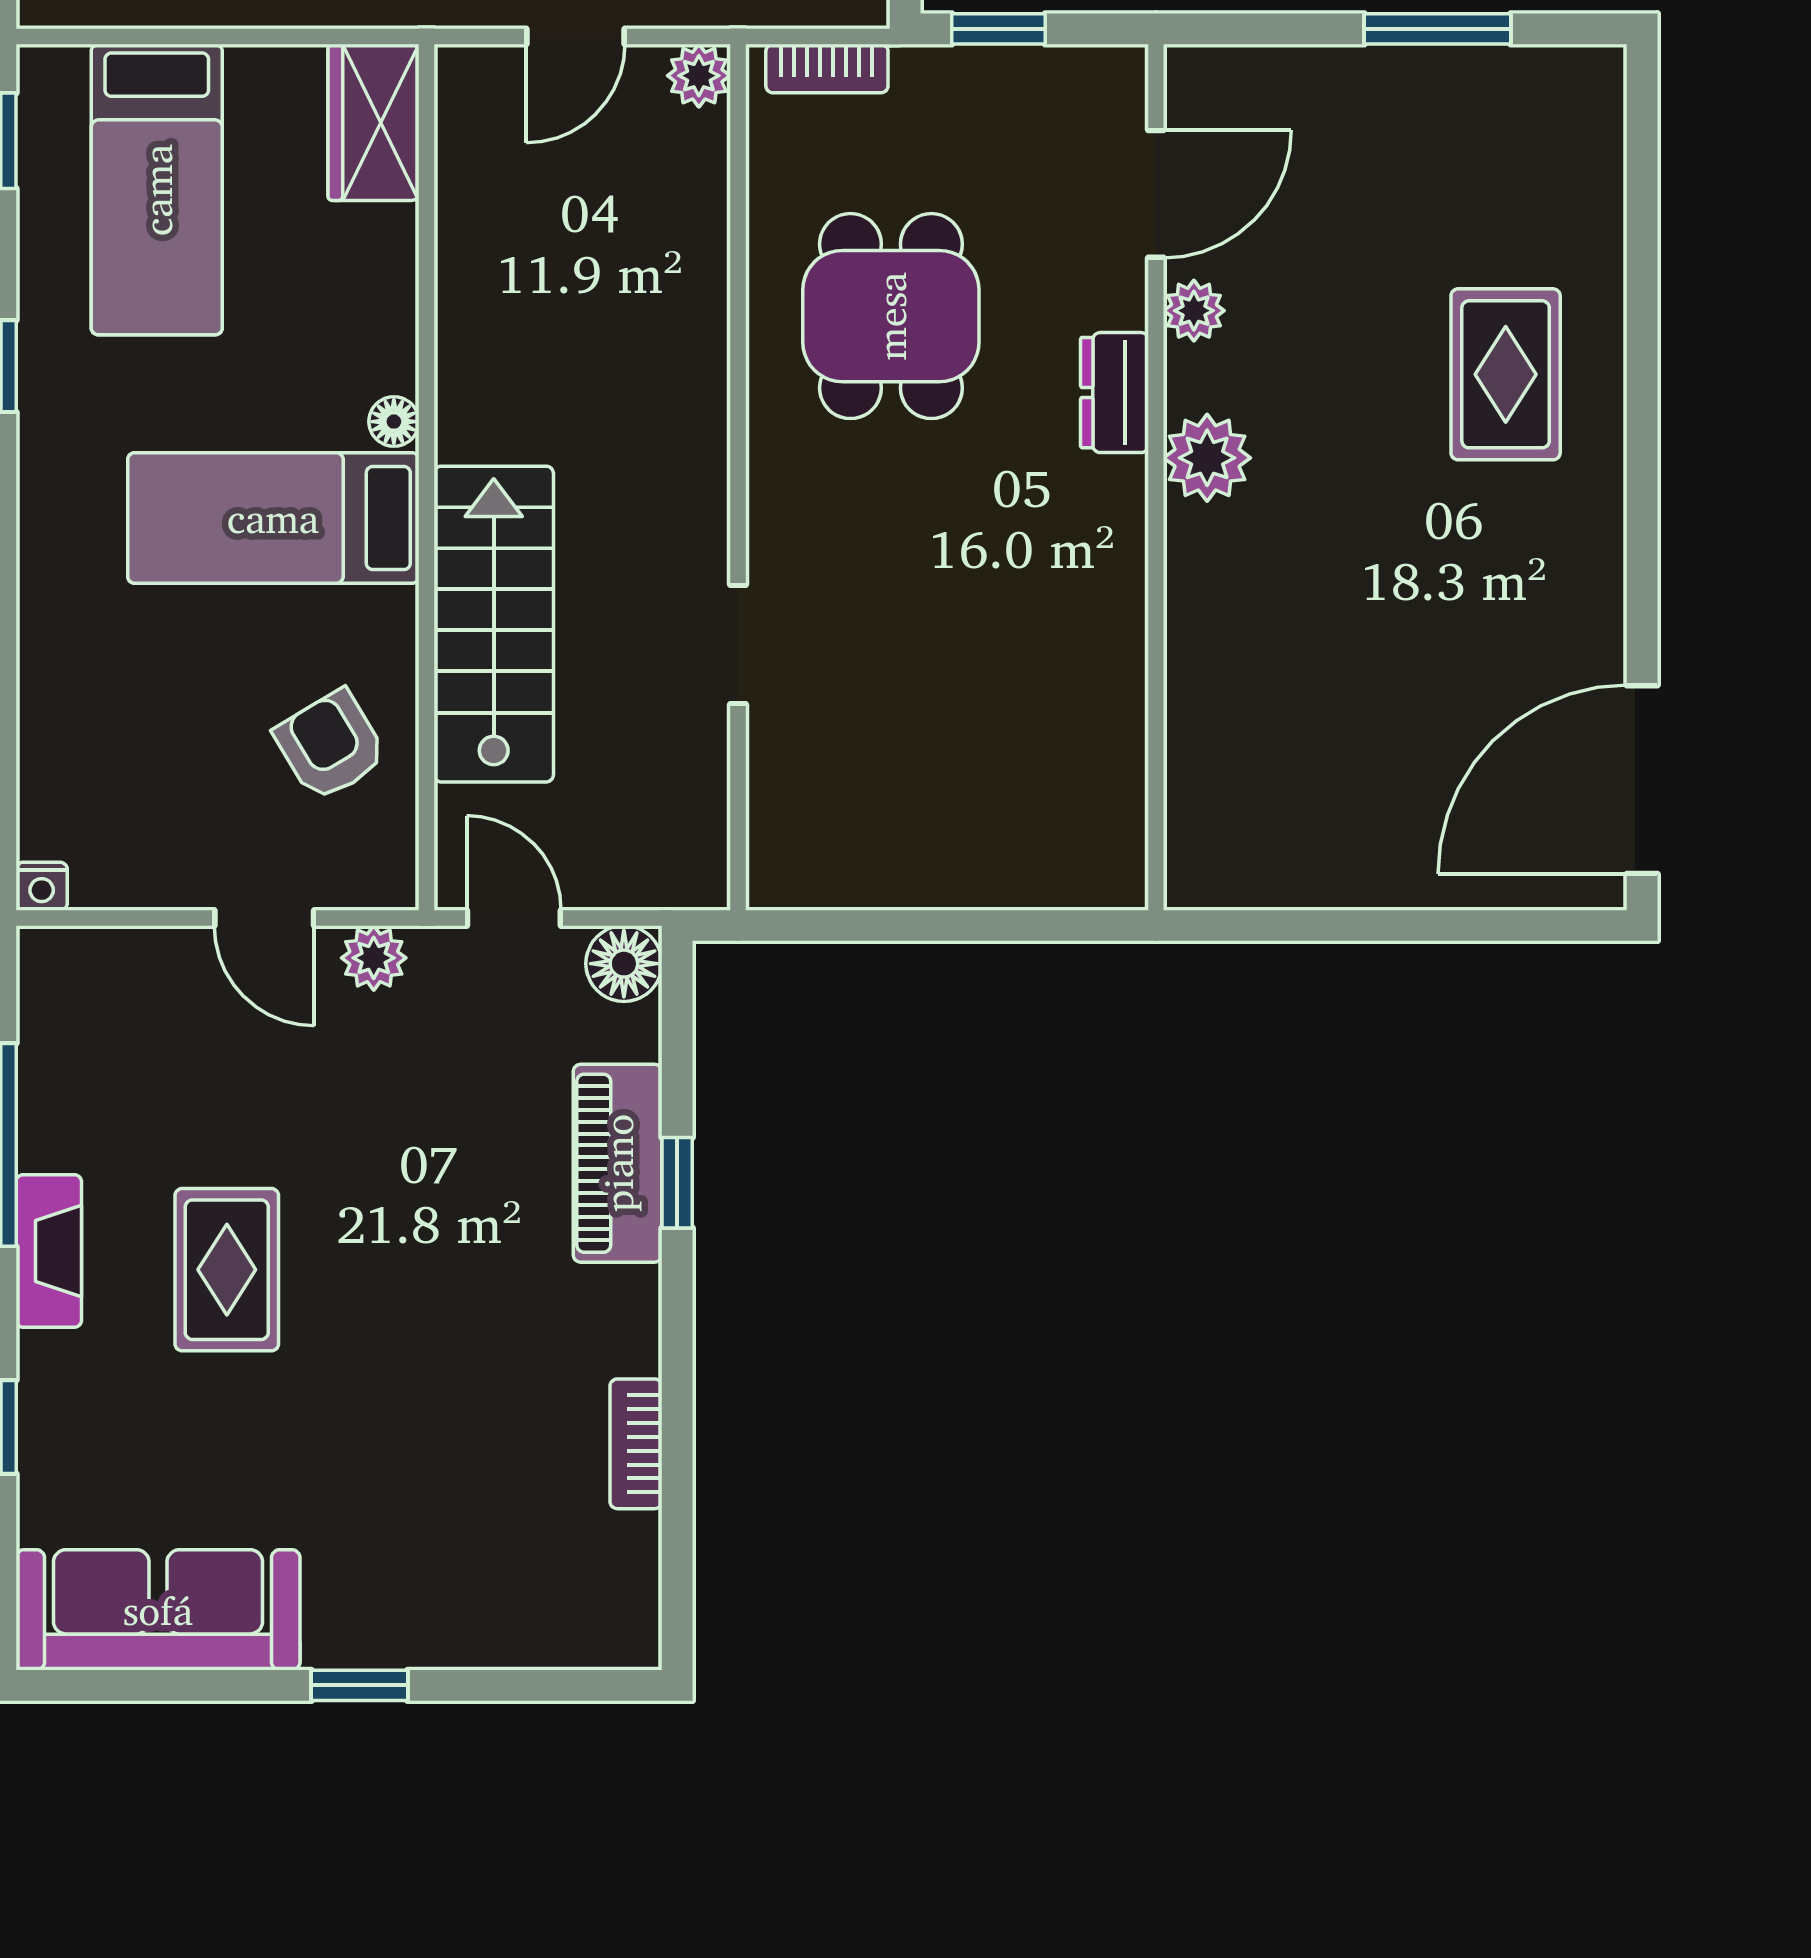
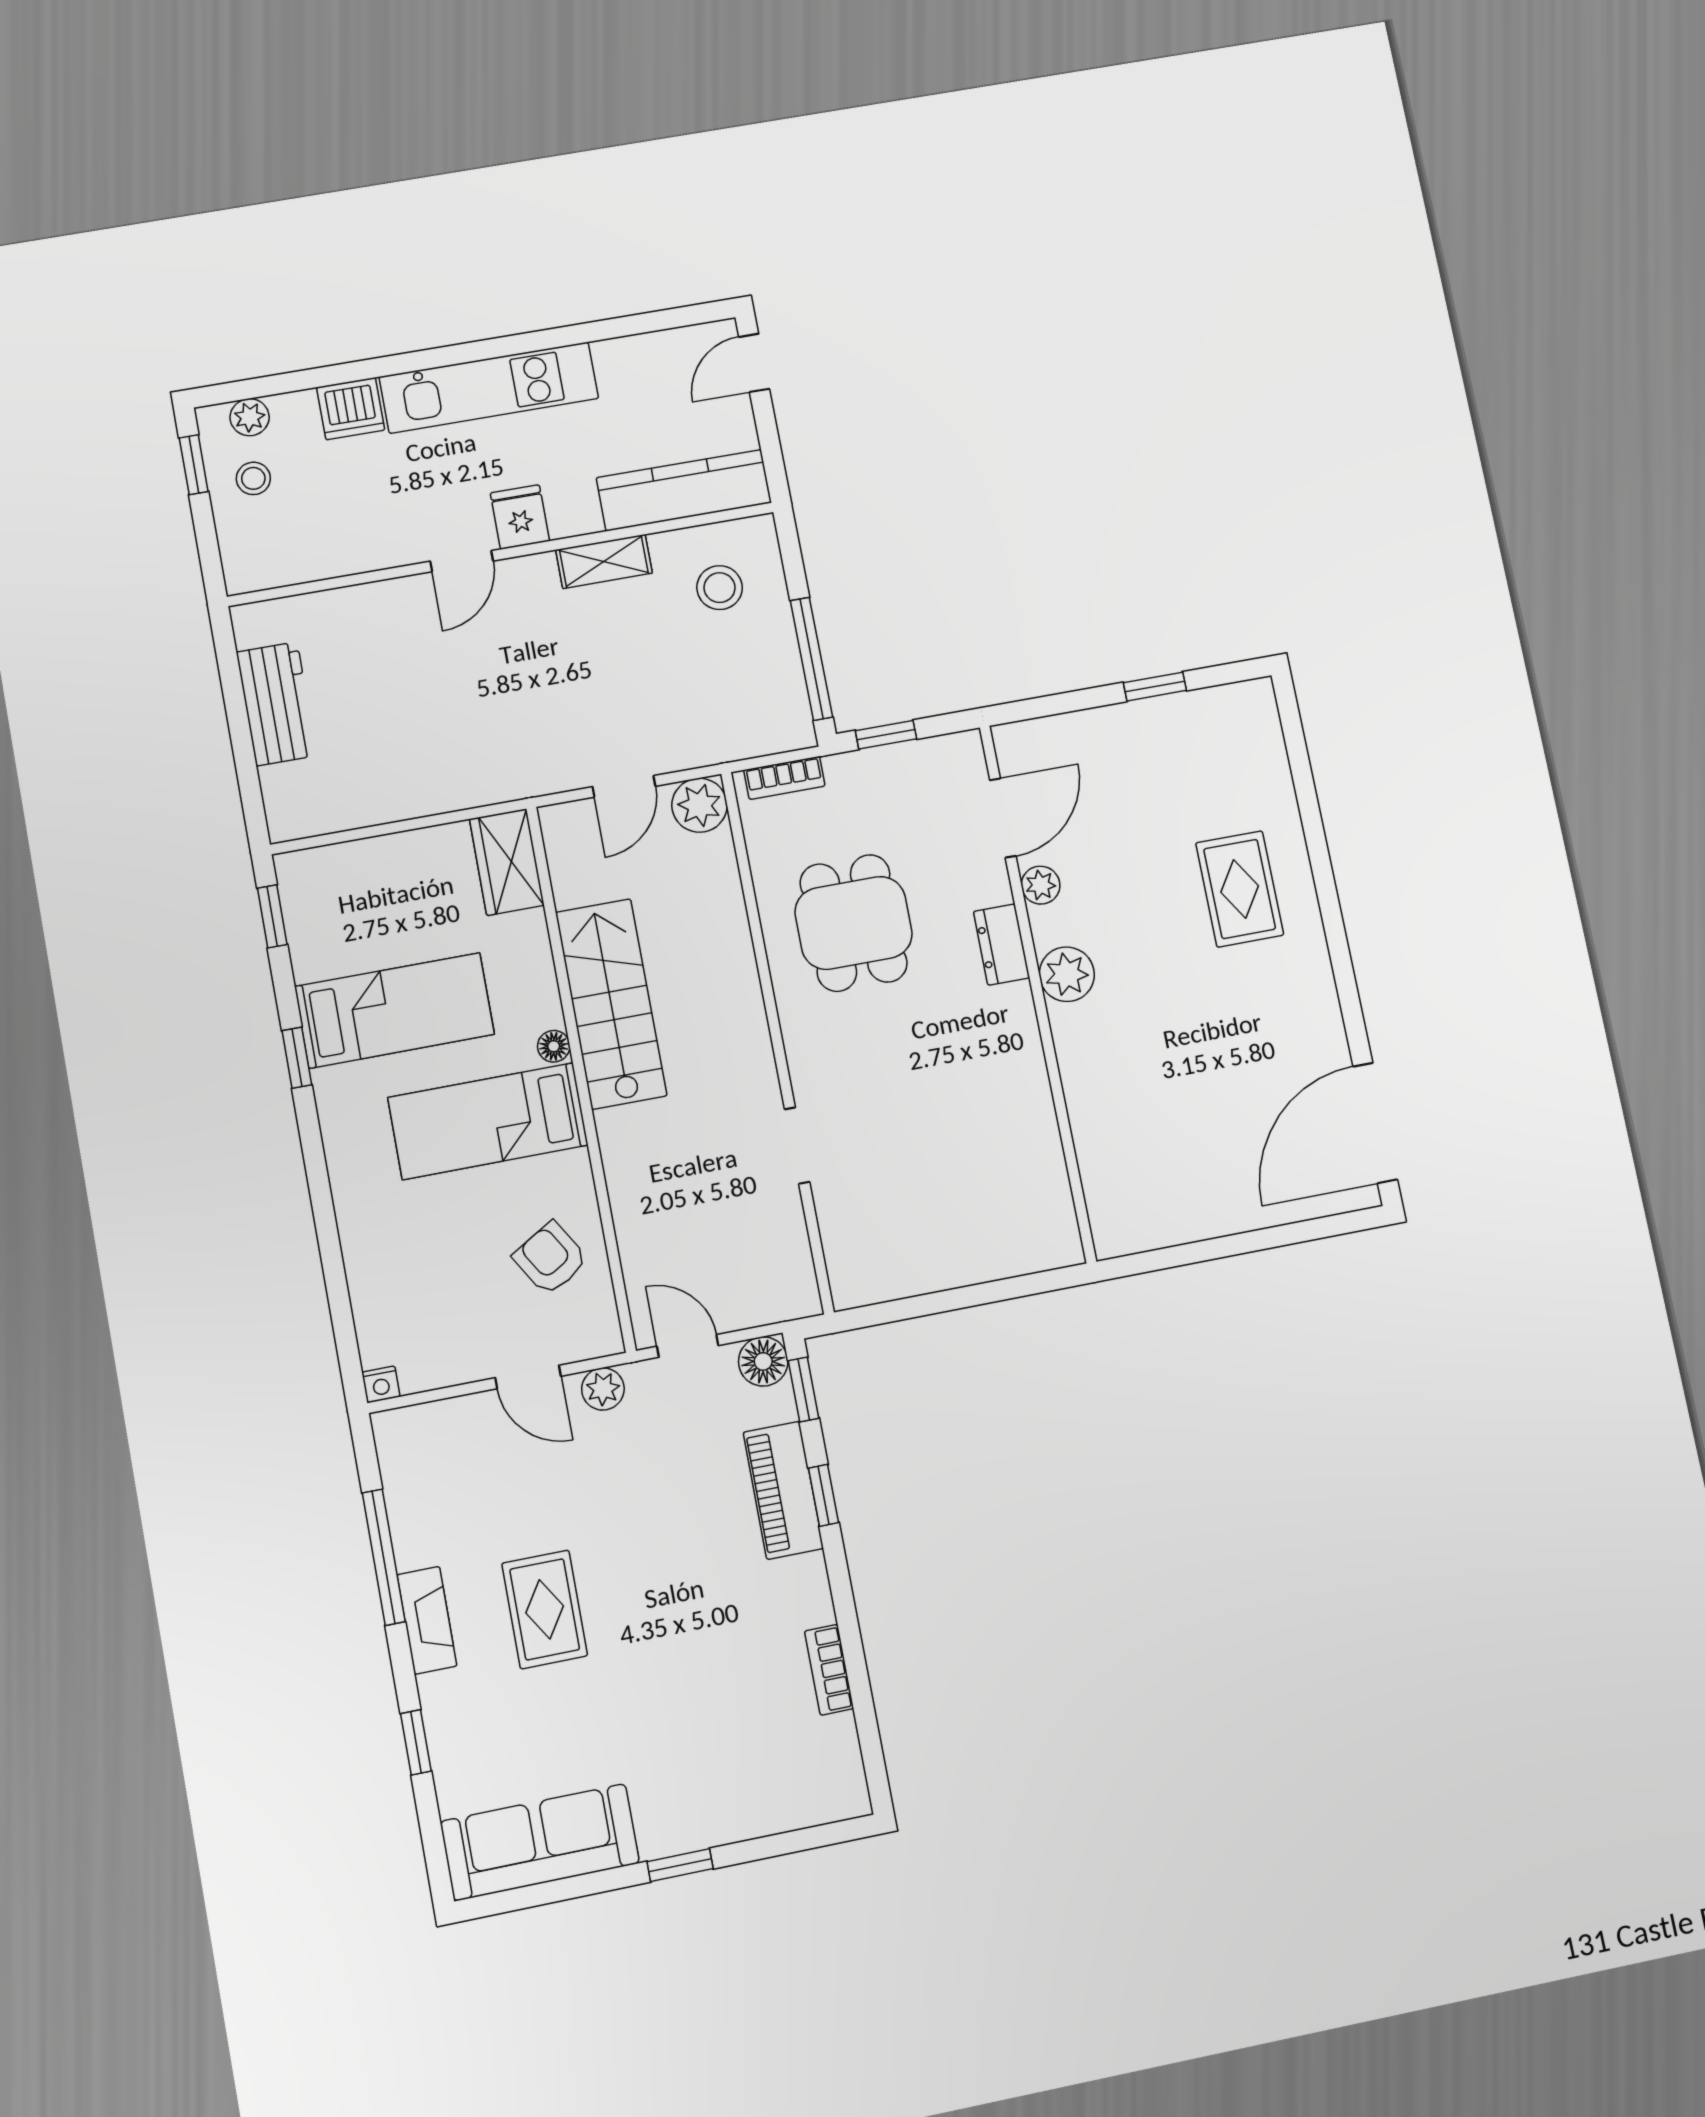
window: (1437, 29) -> (1155, 687), width x0.67
plant: (699, 76) -> (699, 805), width x1.38, depth x1.38
bed: (157, 190) -> (395, 1010), moved, turned -90
stairs: (494, 624) -> (611, 1004), moved
window: (677, 1018) -> (804, 1389), added

